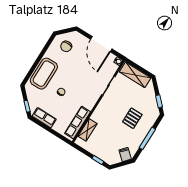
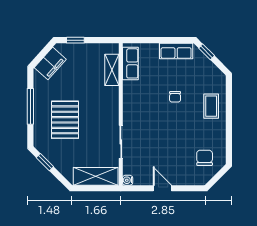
door: (101, 44) -> (162, 188), width x0.53
coffee table: (44, 74) -> (211, 106), width x0.54, depth x0.58
pallet: (132, 118) -> (65, 120), width x1.50, depth x1.42
row of seats: (78, 122) -> (130, 63), width x0.68
filing cabinet: (125, 154) -> (50, 63), width x2.00

